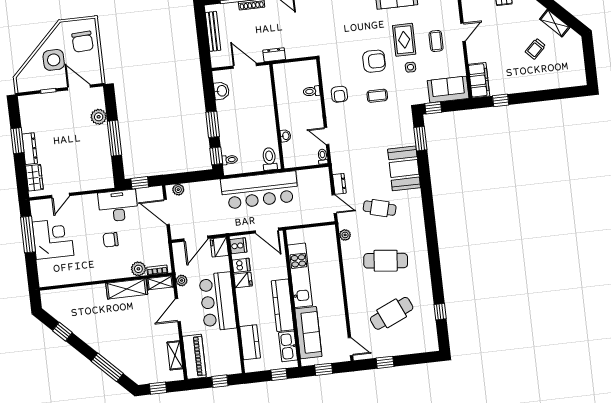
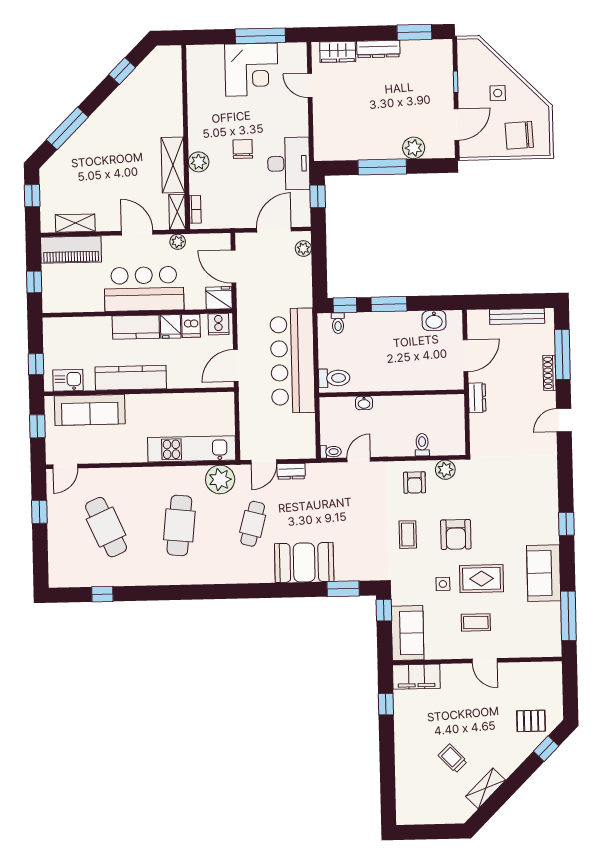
side table: (54, 60) -> (498, 93), width x0.54, depth x0.54
plant: (328, 73) -> (445, 470), added
armchair: (339, 94) -> (415, 483), turned -90
window: (17, 141) -> (414, 32), moved
plant: (345, 235) -> (220, 479), width x1.88, depth x1.88
plant: (138, 269) -> (199, 162), moved
kitchen unit: (300, 275) -> (192, 449), moved, turned 180
kitchen counter: (250, 342) -> (136, 327), moved
kitchen sink: (288, 346) -> (68, 380), width x0.73

